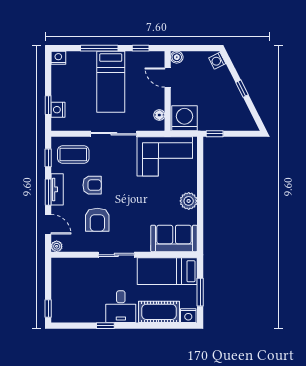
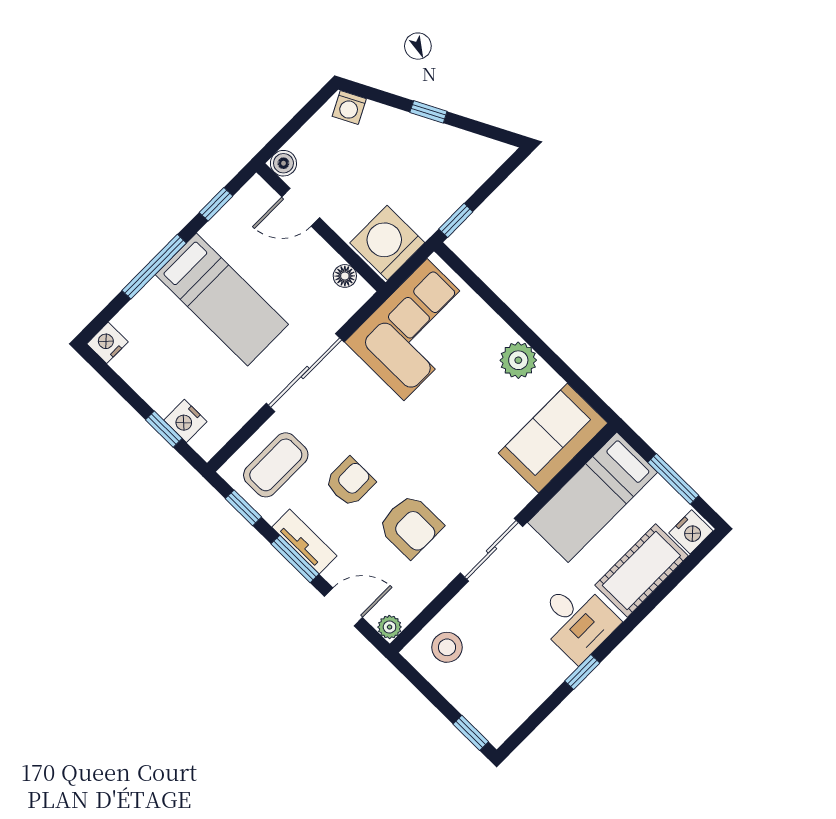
stool: (69, 272) -> (447, 647), added

